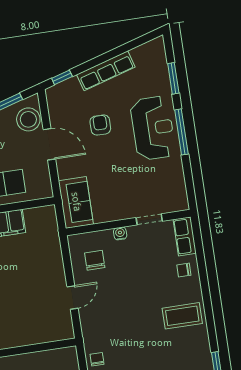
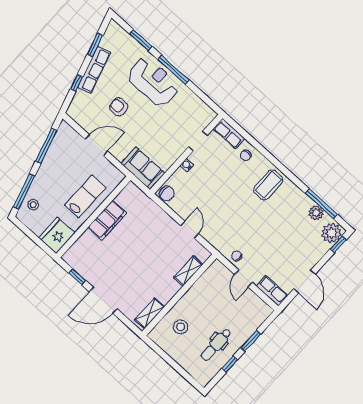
window: (126, 47) -> (95, 45), added
window: (62, 77) -> (77, 83), moved
stool: (28, 119) -> (71, 140), removed
chair: (95, 260) -> (167, 193), moved, turned 180
shelving: (39, 336) -> (188, 271), added

